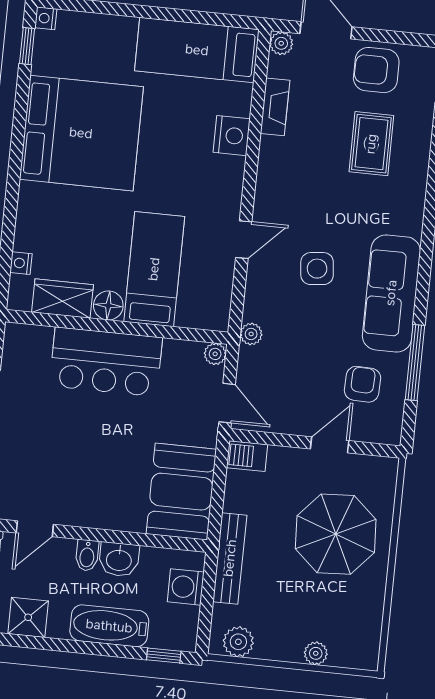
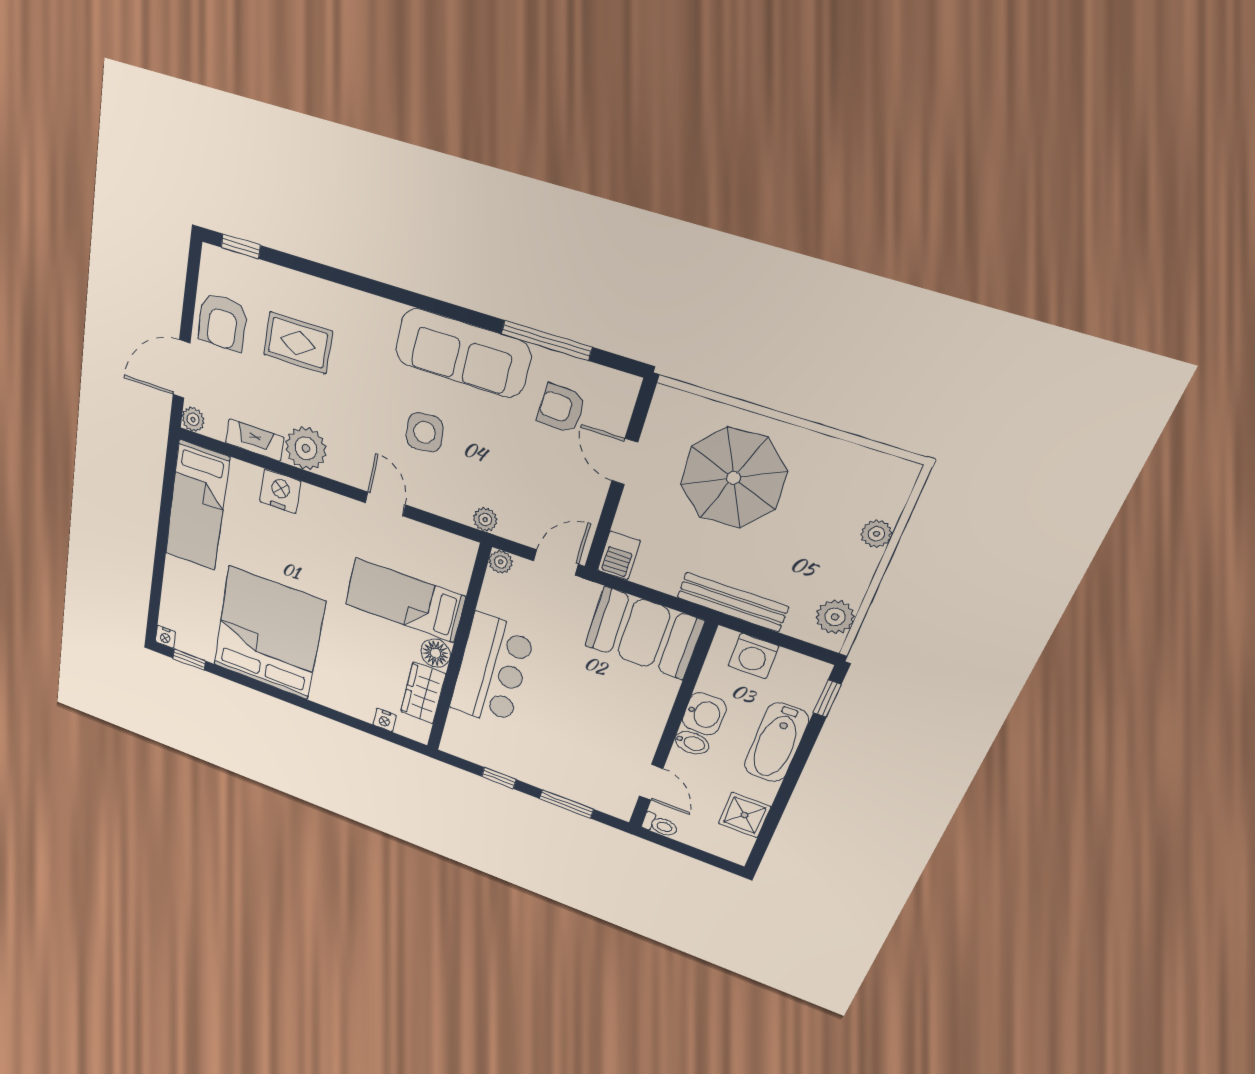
plant: (278, 158) -> (306, 448), added

